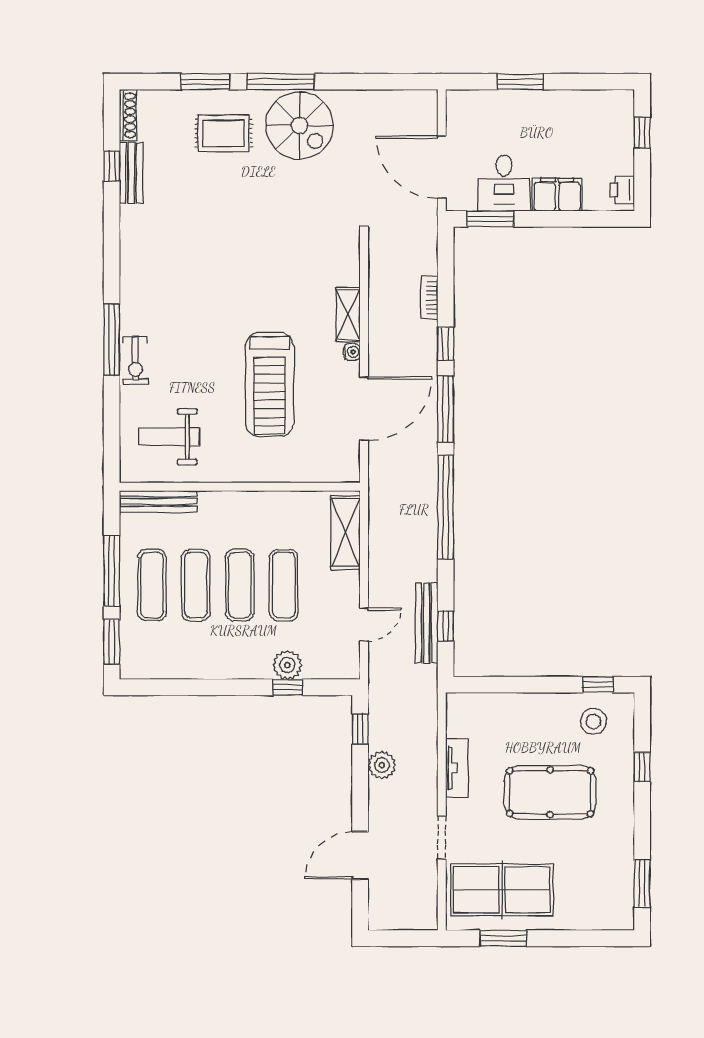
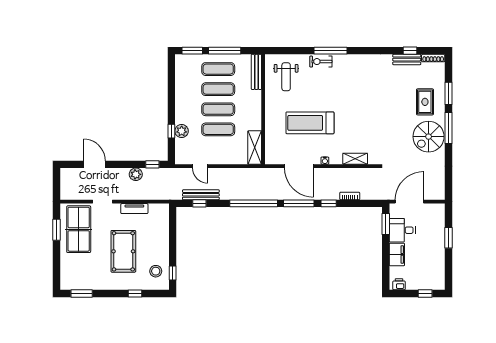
shelving: (348, 315) -> (355, 159), moved
weight bench: (169, 437) -> (286, 77), turned 180
shelving: (345, 533) -> (255, 148), moved, turned 90

